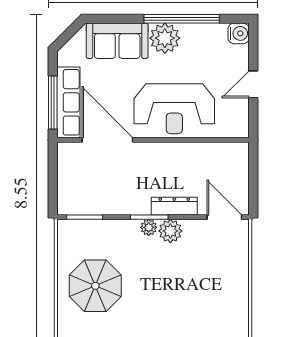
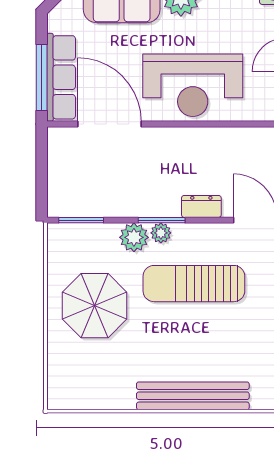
dresser: (174, 206) -> (201, 206), width x0.70
plant: (170, 231) -> (134, 237), moved
sun lounger: (175, 268) -> (194, 284), added

